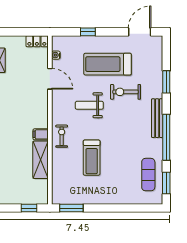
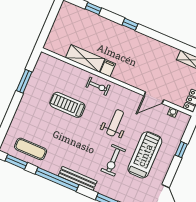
exercise bike: (125, 92) -> (113, 160), turned 180
window: (29, 208) -> (46, 30), removed
window: (71, 208) -> (24, 81), moved

